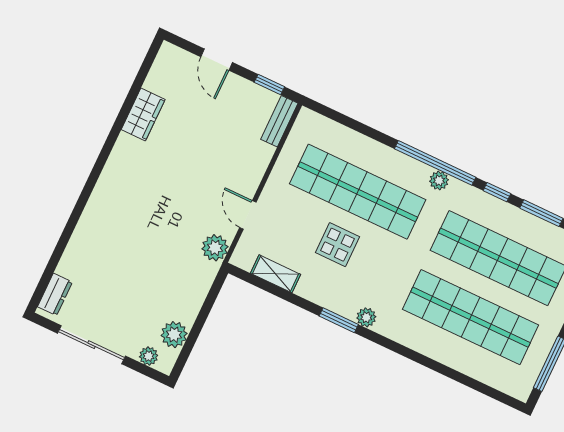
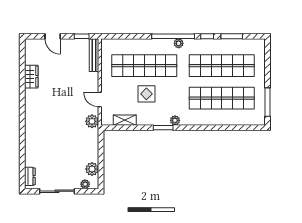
bench: (279, 121) -> (94, 55), width x1.36

